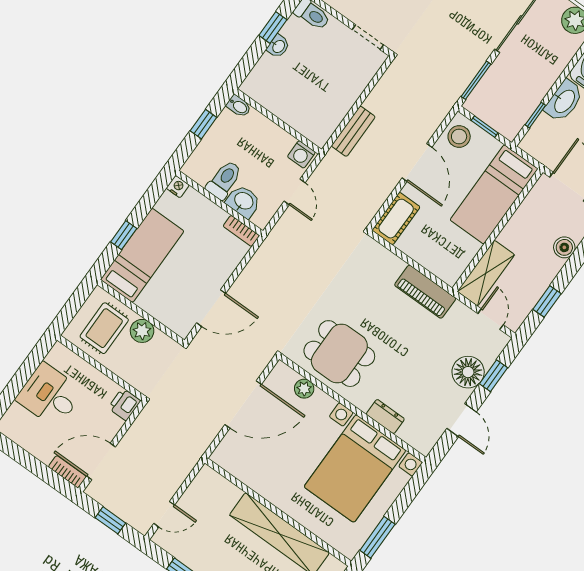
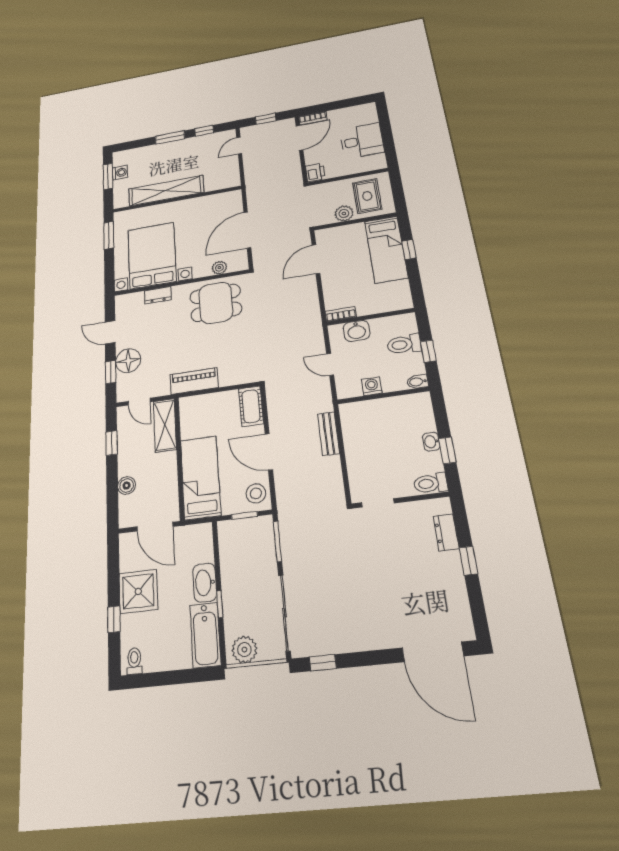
window: (535, 115) -> (220, 604), moved
washing machine: (301, 154) -> (372, 386), moved
toilet: (224, 180) -> (404, 344), moved, turned 90
nightstand: (178, 187) -> (405, 303), removed

